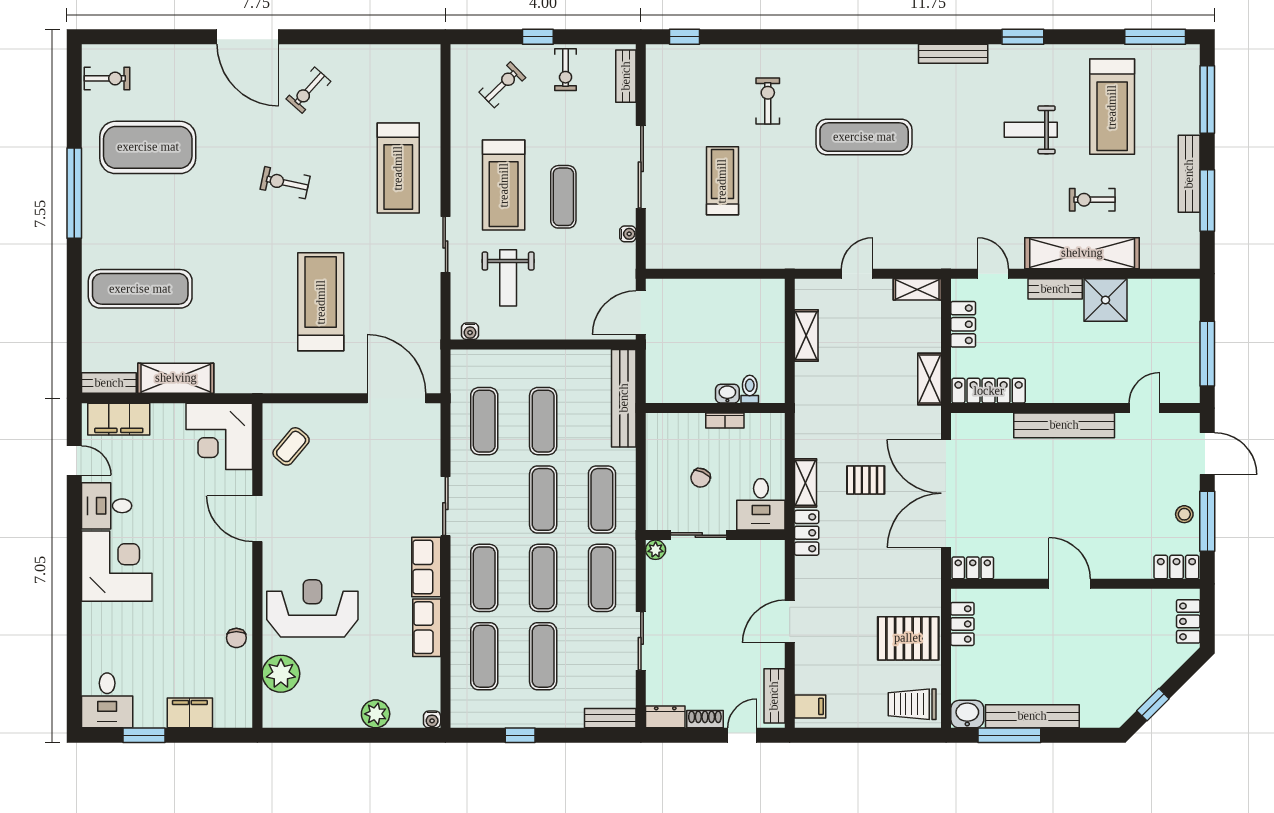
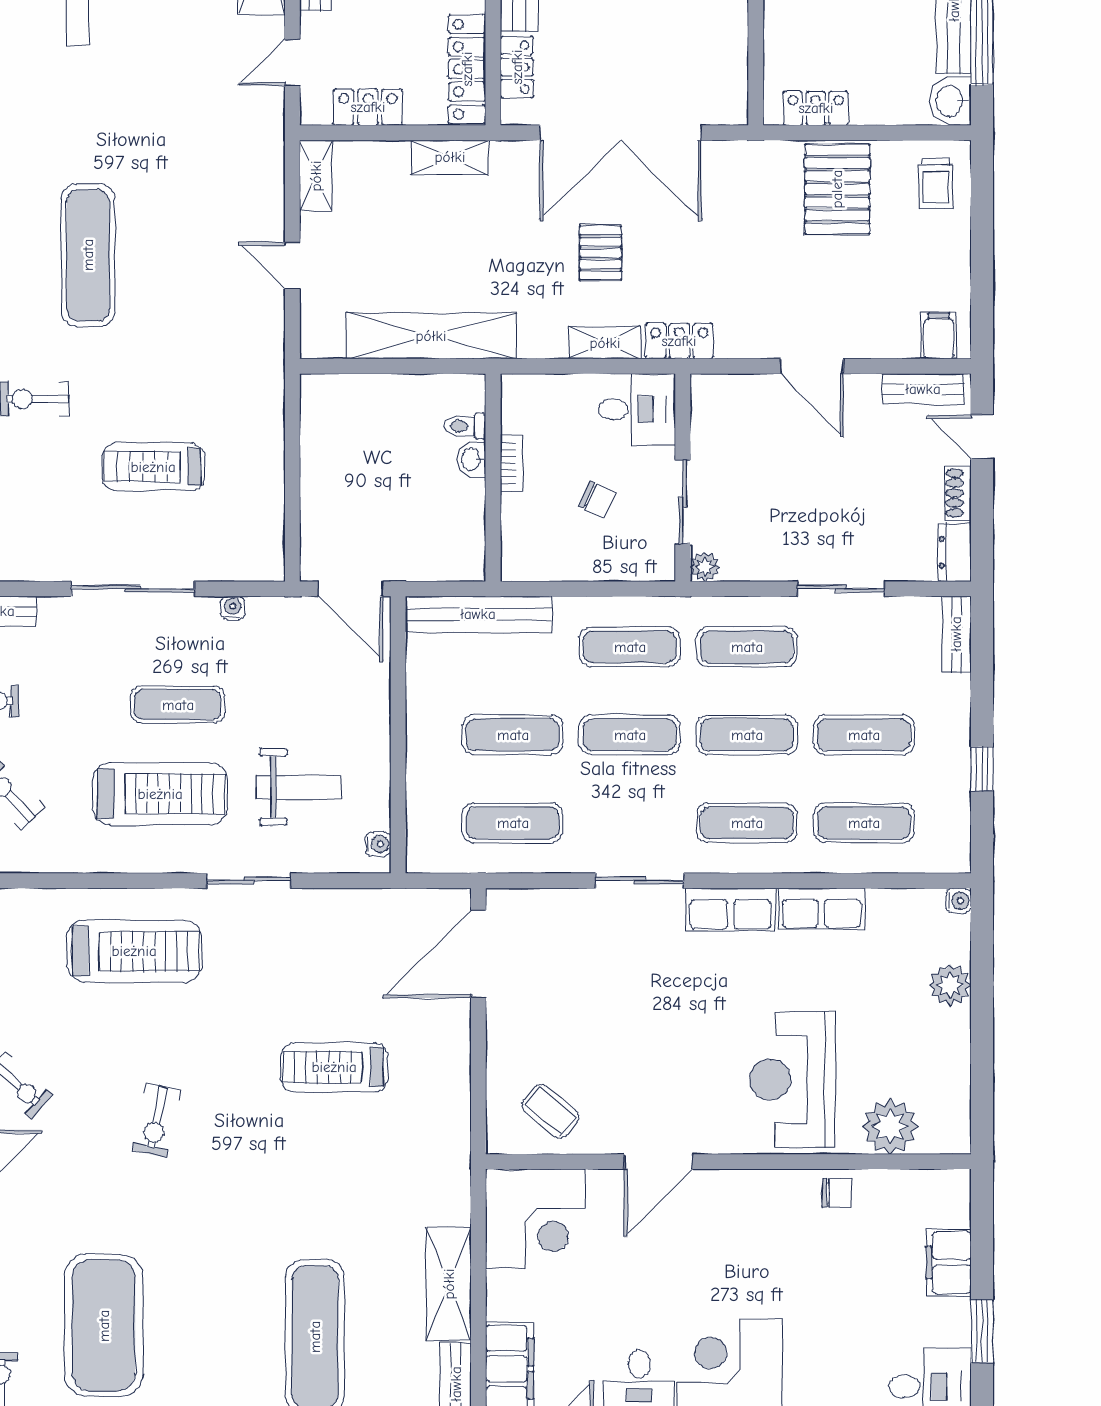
treadmill: (321, 302) -> (334, 1067), width x0.73, depth x0.73
shelving: (806, 336) -> (431, 336), width x2.20, depth x1.33
locker: (973, 568) -> (517, 67), moved, turned 180
trolley: (912, 704) -> (936, 183), width x0.73, depth x0.72

